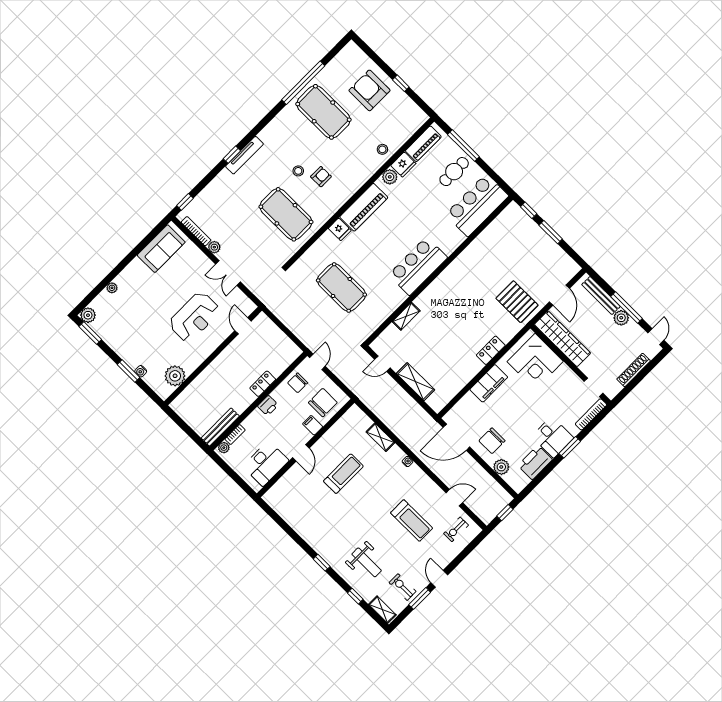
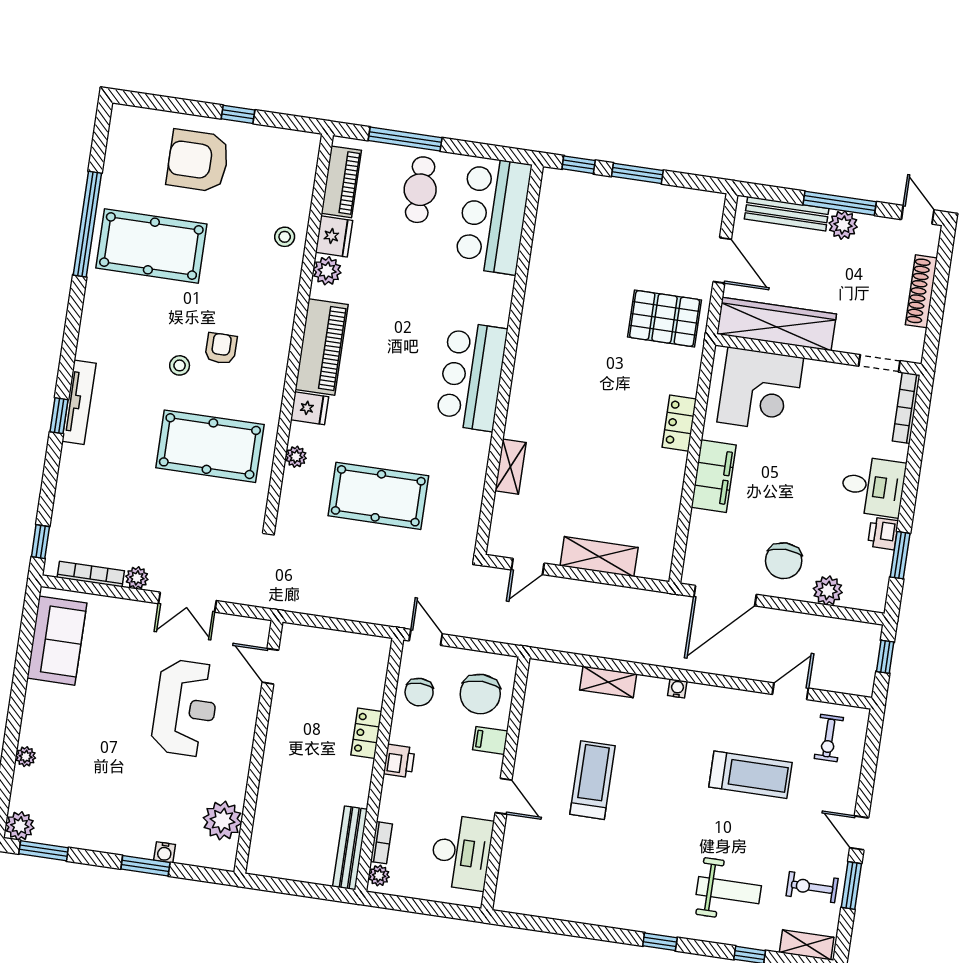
plant: (319, 245) -> (296, 457), added
chair: (323, 403) -> (480, 694), turned 180
window: (570, 447) -> (900, 555), moved
printer: (535, 462) -> (883, 533), width x0.53, depth x0.68

